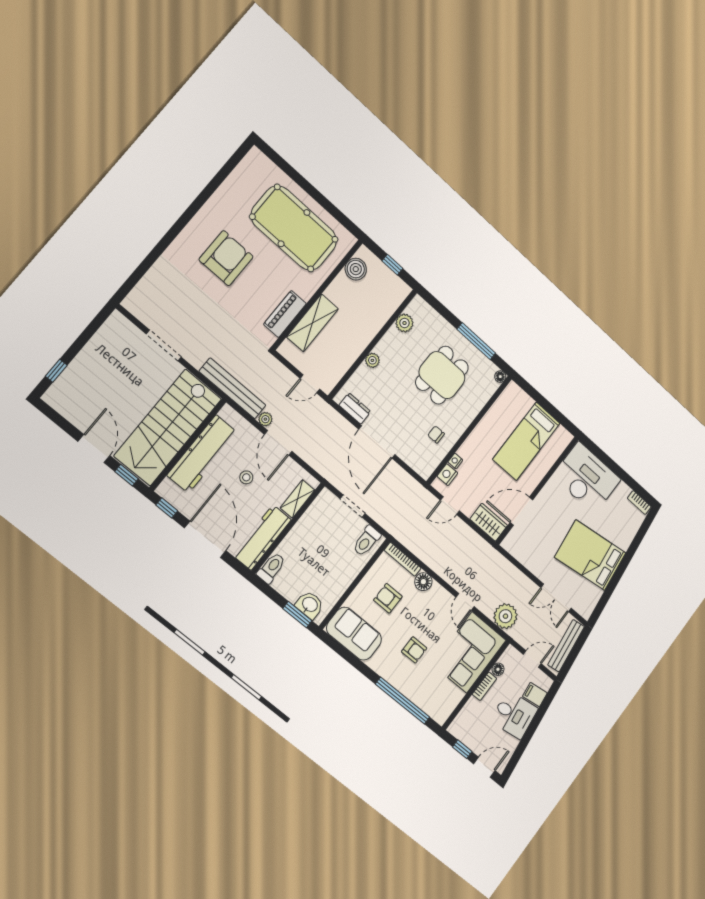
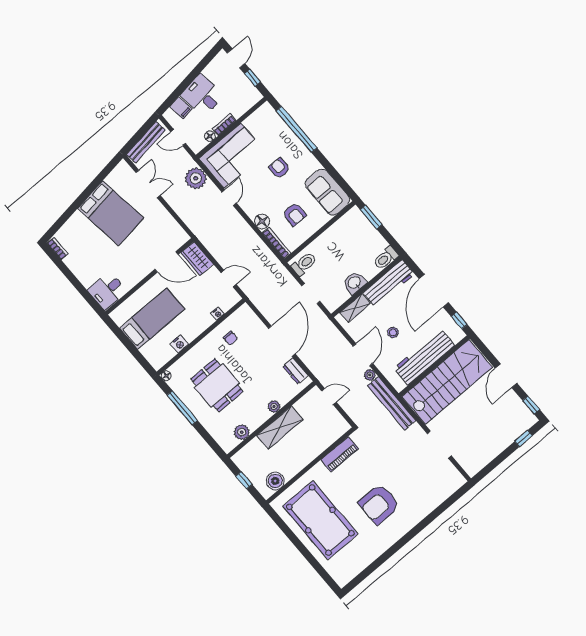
shelving: (312, 323) -> (280, 427), moved
dining table: (442, 375) -> (217, 385), turned 90
window: (127, 475) -> (531, 405), moved
nightstand: (447, 475) -> (179, 344), moved
desk: (587, 478) -> (107, 291), width x0.53, depth x0.77
washbasin: (310, 605) -> (354, 283), moved, turned 90
door: (484, 767) -> (236, 58), swing flipped

